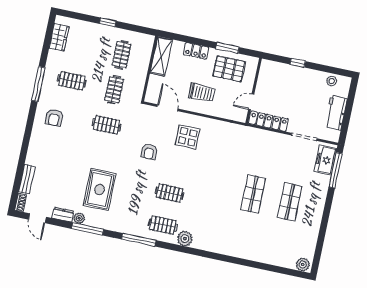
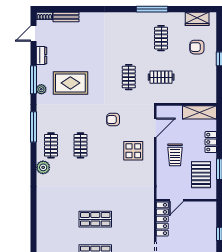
clothes rail: (122, 55) -> (193, 77), removed
door: (251, 102) -> (176, 200), swing flipped
armchair: (54, 118) -> (197, 47), moved
plant: (79, 218) -> (41, 89), moved

